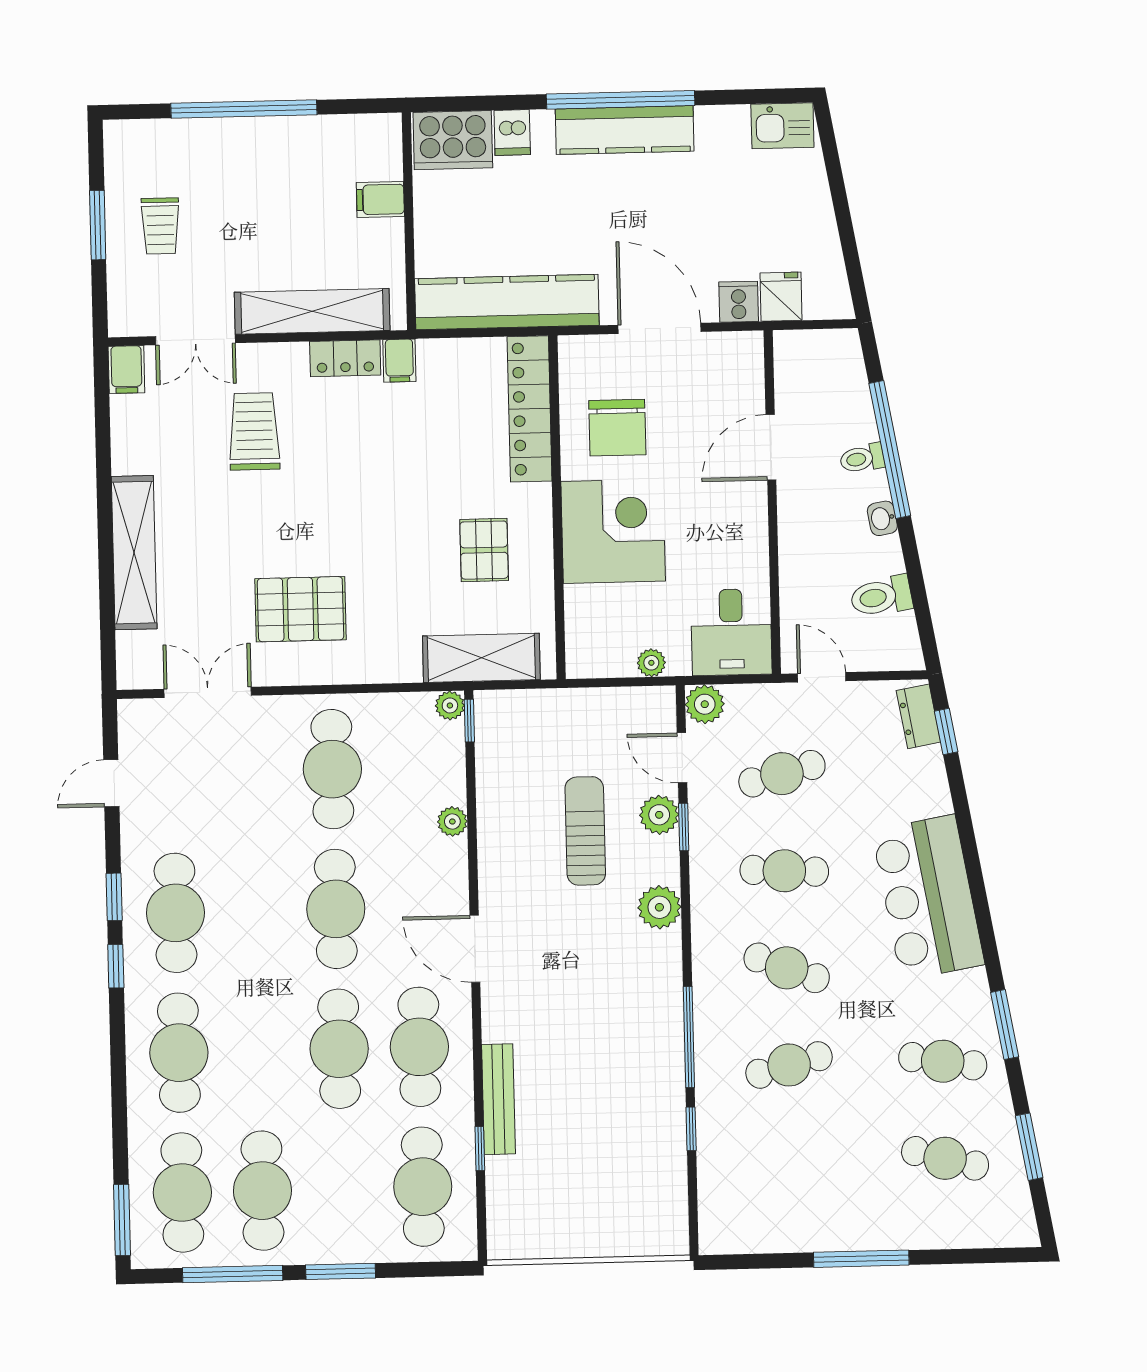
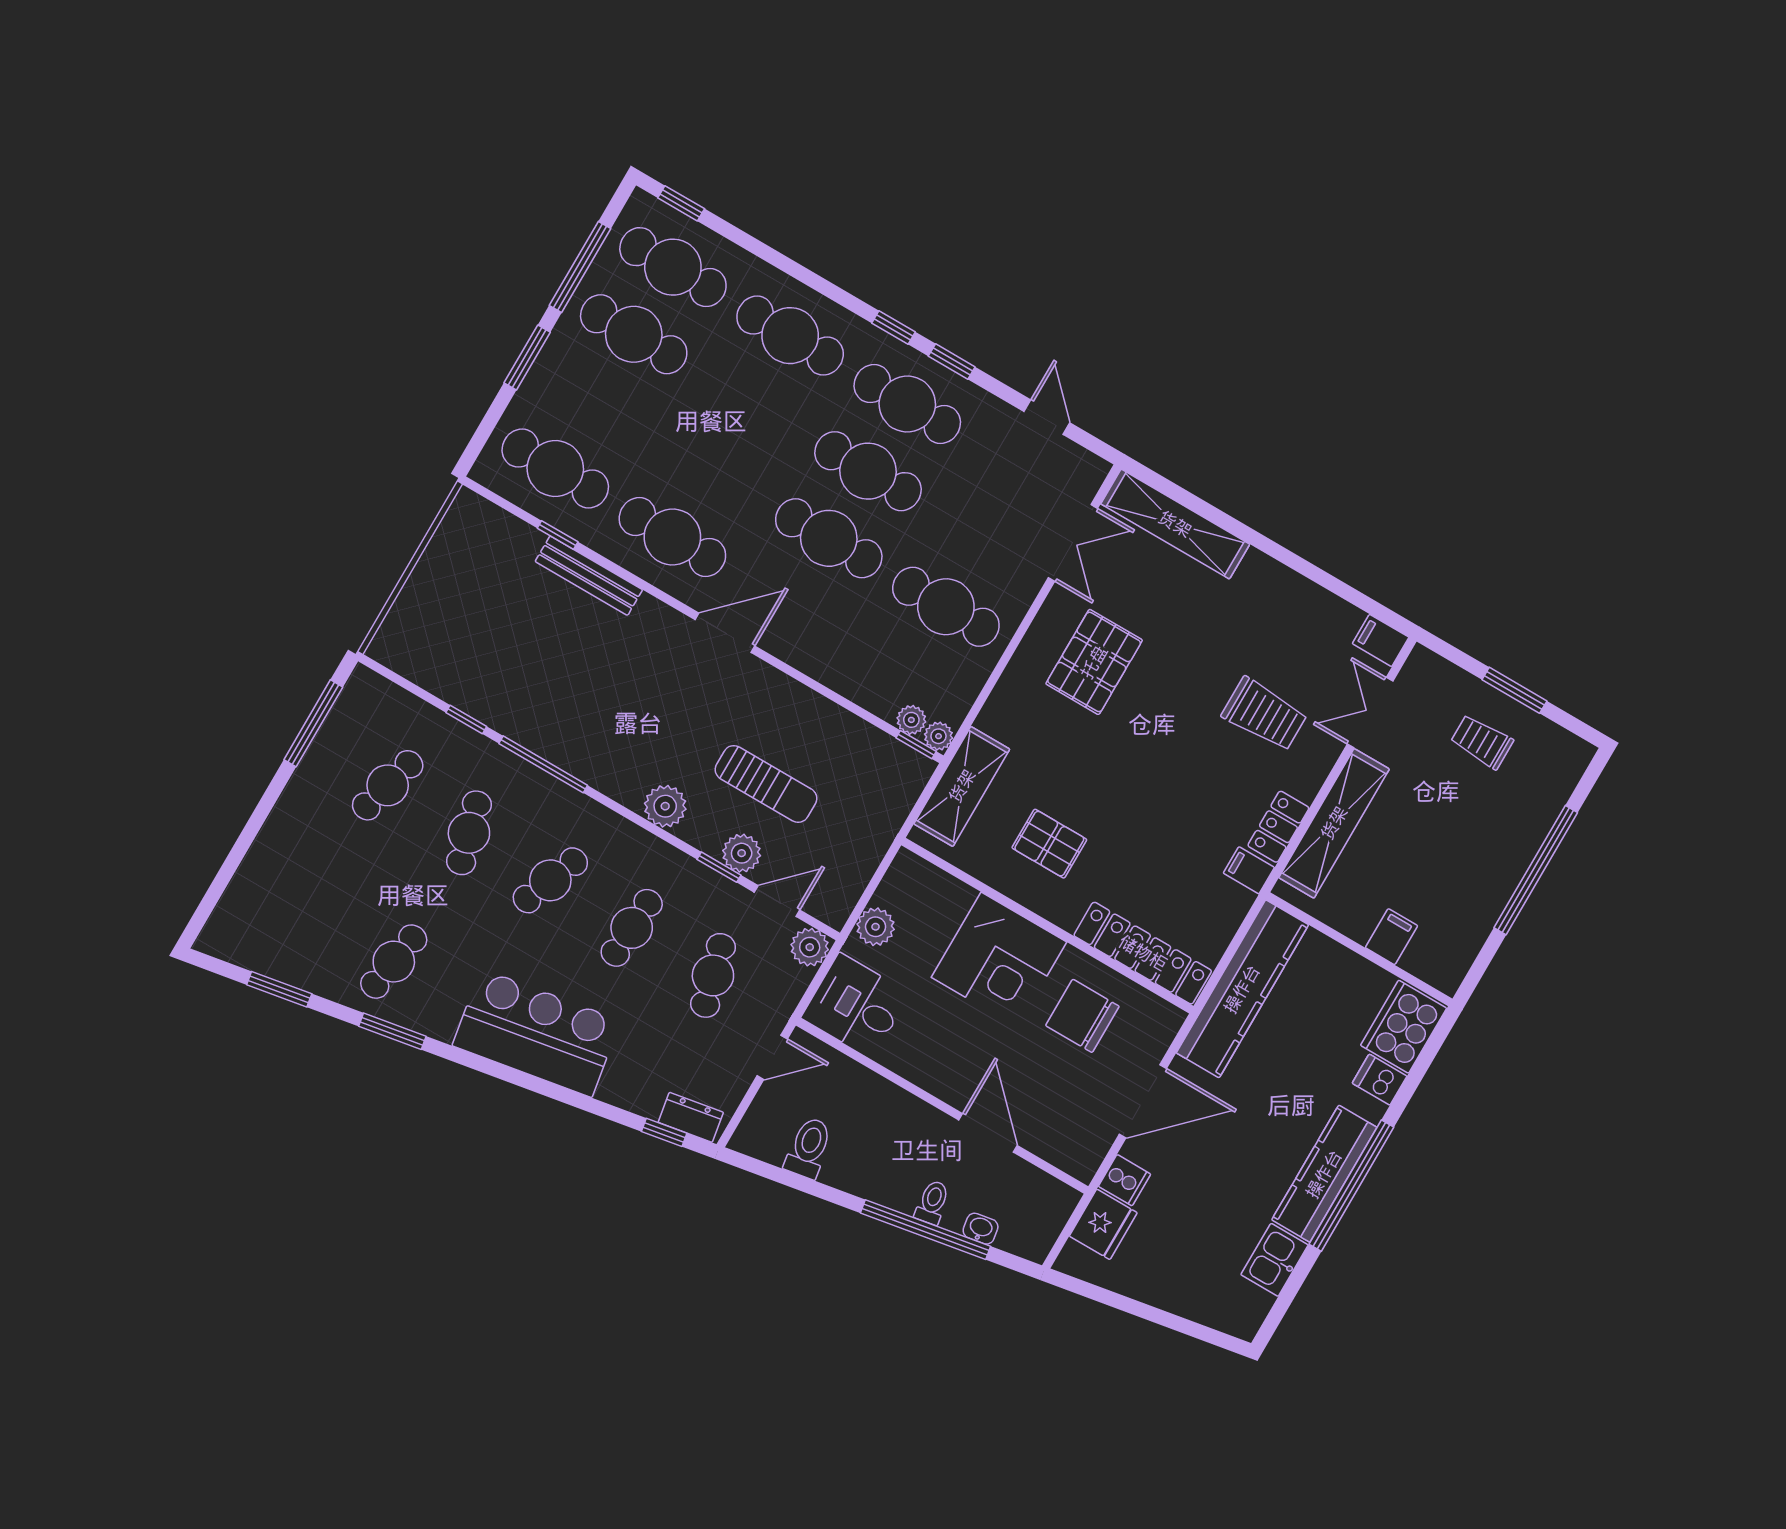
kitchen sink: (782, 126) -> (1275, 1260), moved
fridge: (781, 297) -> (1103, 1224), width x1.38
washbasin: (882, 518) -> (981, 1229), moved
shelving: (134, 553) -> (1175, 524), moved
plant: (651, 663) -> (876, 927), width x1.38, depth x1.38
plant: (452, 821) -> (911, 720), moved
cafe table: (339, 1049) -> (868, 471), moved
cafe table: (945, 1158) -> (388, 785), moved
window: (122, 1220) -> (681, 203), width x0.67
window: (861, 1259) -> (313, 723), moved

